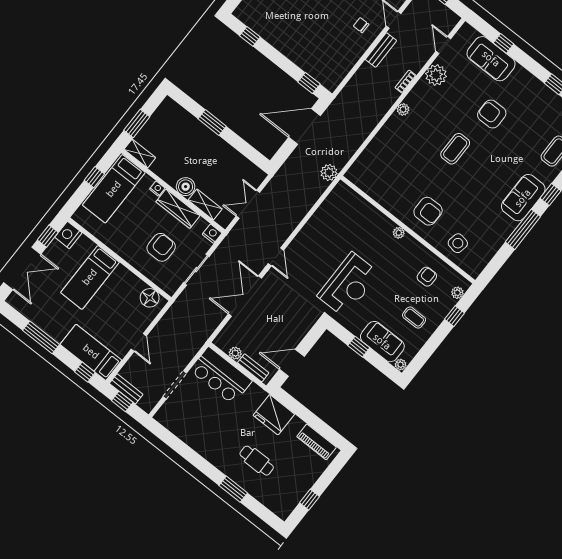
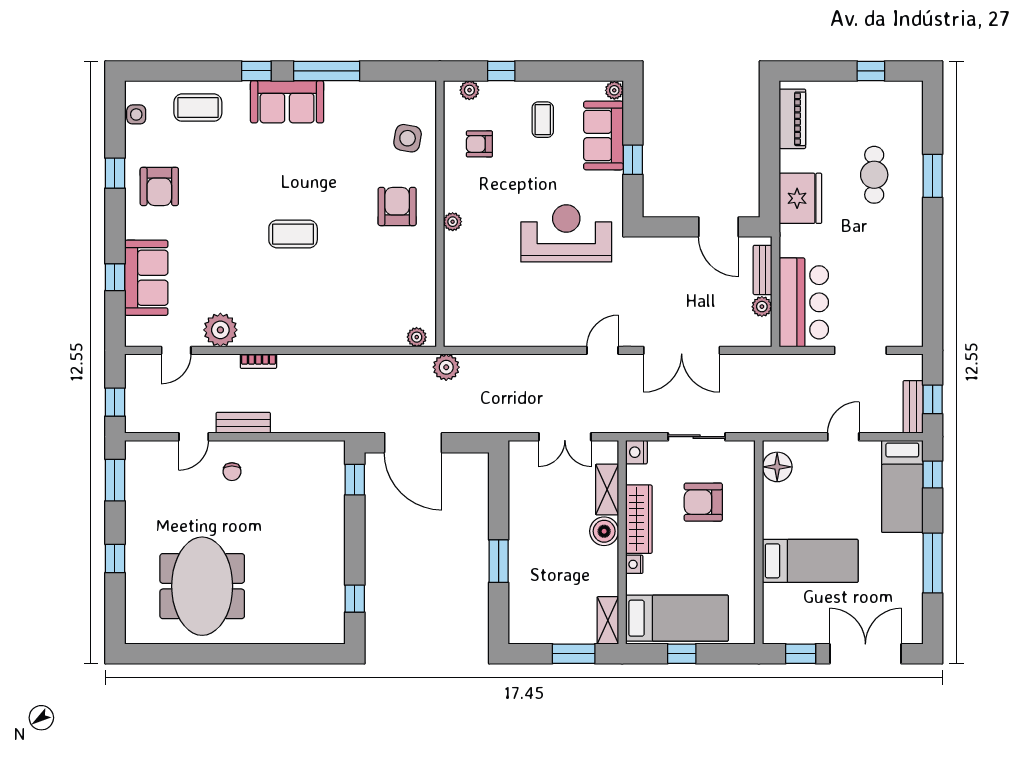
plant: (403, 109) -> (417, 337), moved
armchair: (492, 114) -> (159, 186), moved
nightstand: (68, 235) -> (779, 629), removed

